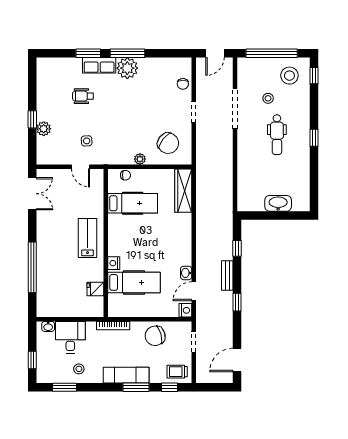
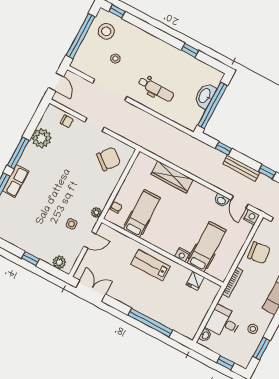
plant: (127, 68) -> (41, 138), moved
wheelchair: (83, 96) -> (34, 207), removed
plant: (44, 129) -> (59, 262), moved
dental chair: (277, 135) -> (156, 89), moved
window: (314, 138) -> (190, 50), moved
plant: (140, 159) -> (96, 212), moved
wardrobe: (183, 191) -> (172, 177), moved
window: (273, 215) -> (212, 105), added
bench: (227, 276) -> (241, 168), width x1.36
chair: (155, 336) -> (259, 253), turned -81

